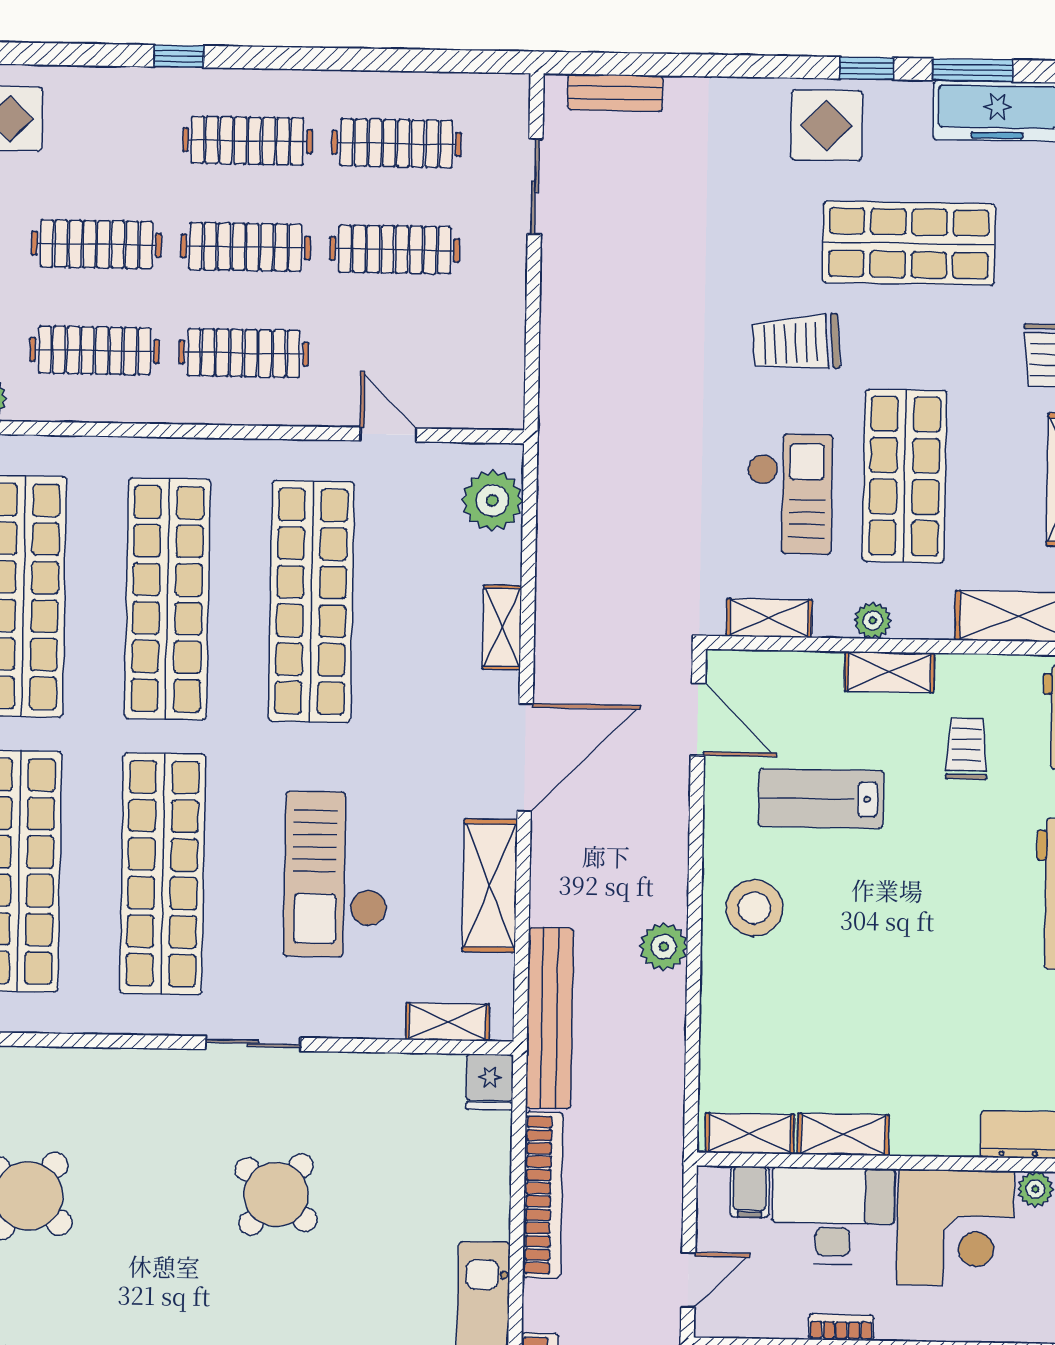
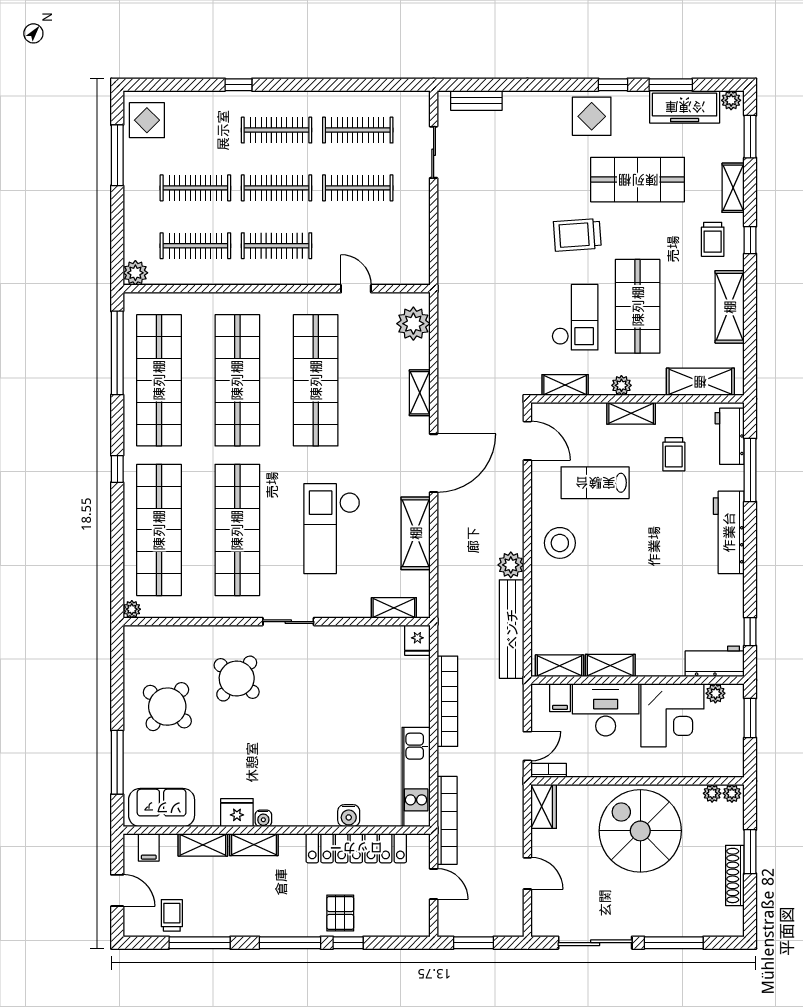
trolley: (966, 749) -> (674, 454), turned 180
bench: (550, 1018) -> (512, 629), moved
round table: (276, 1194) -> (237, 679), moved
bookcase: (841, 1327) -> (549, 770), moved

